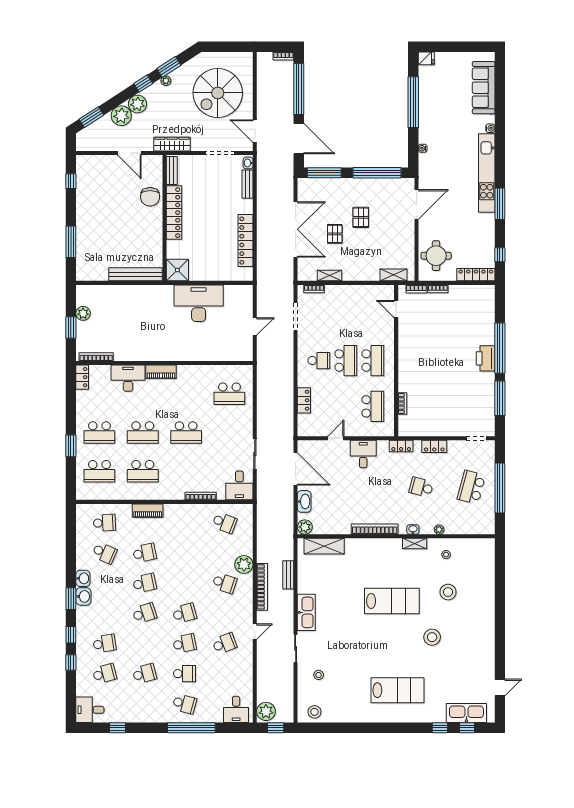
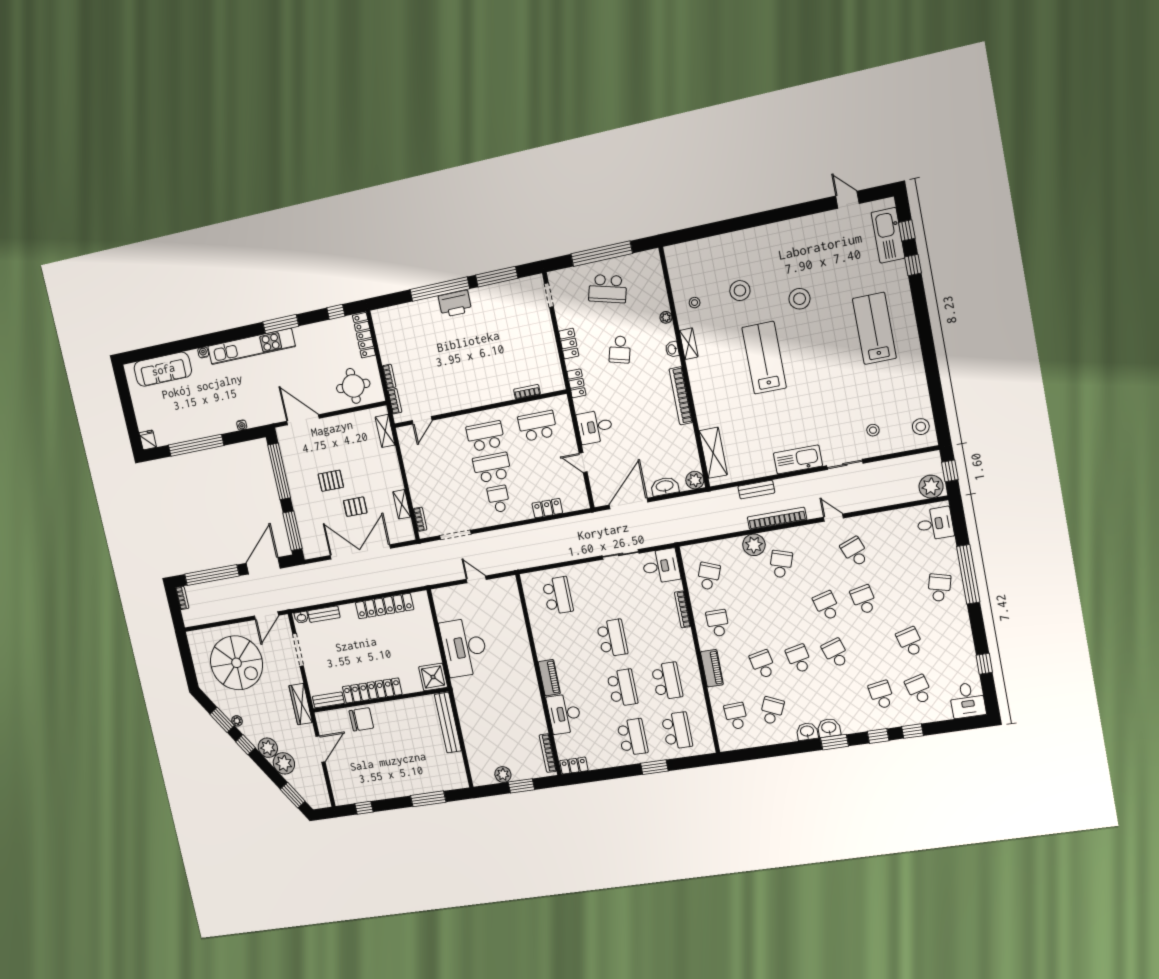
school desk: (184, 674) -> (718, 623), moved

